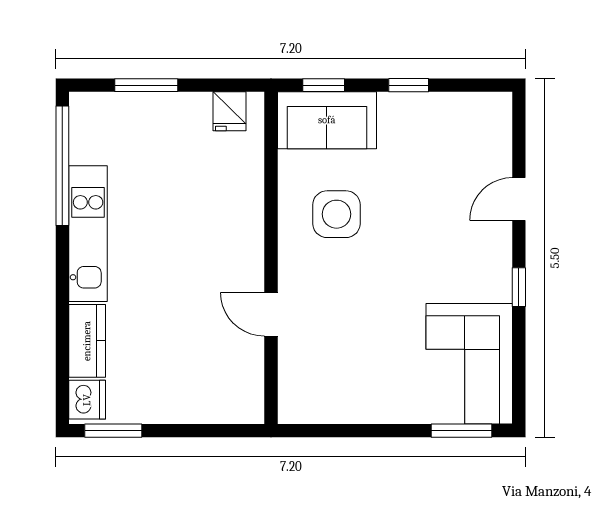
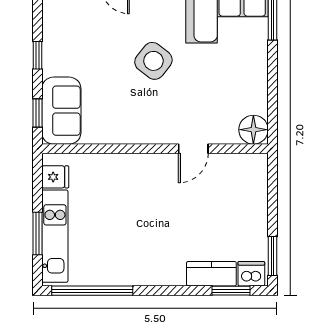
side table: (336, 214) -> (153, 61), moved, turned 38
kitchen unit: (88, 234) -> (55, 236), moved, turned 90
window: (62, 370) -> (231, 291), added
floor lamp: (299, 403) -> (253, 130), added

